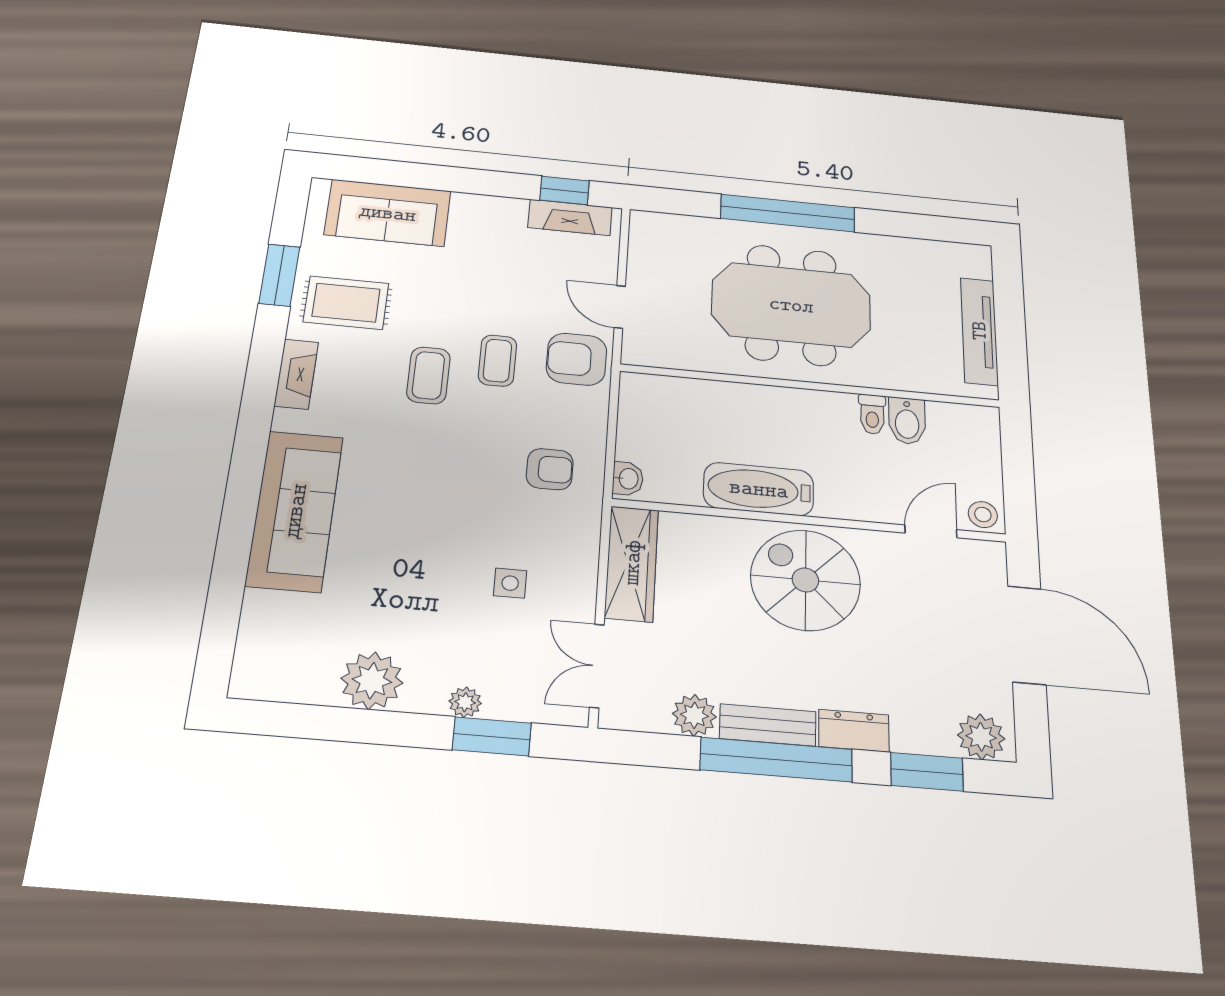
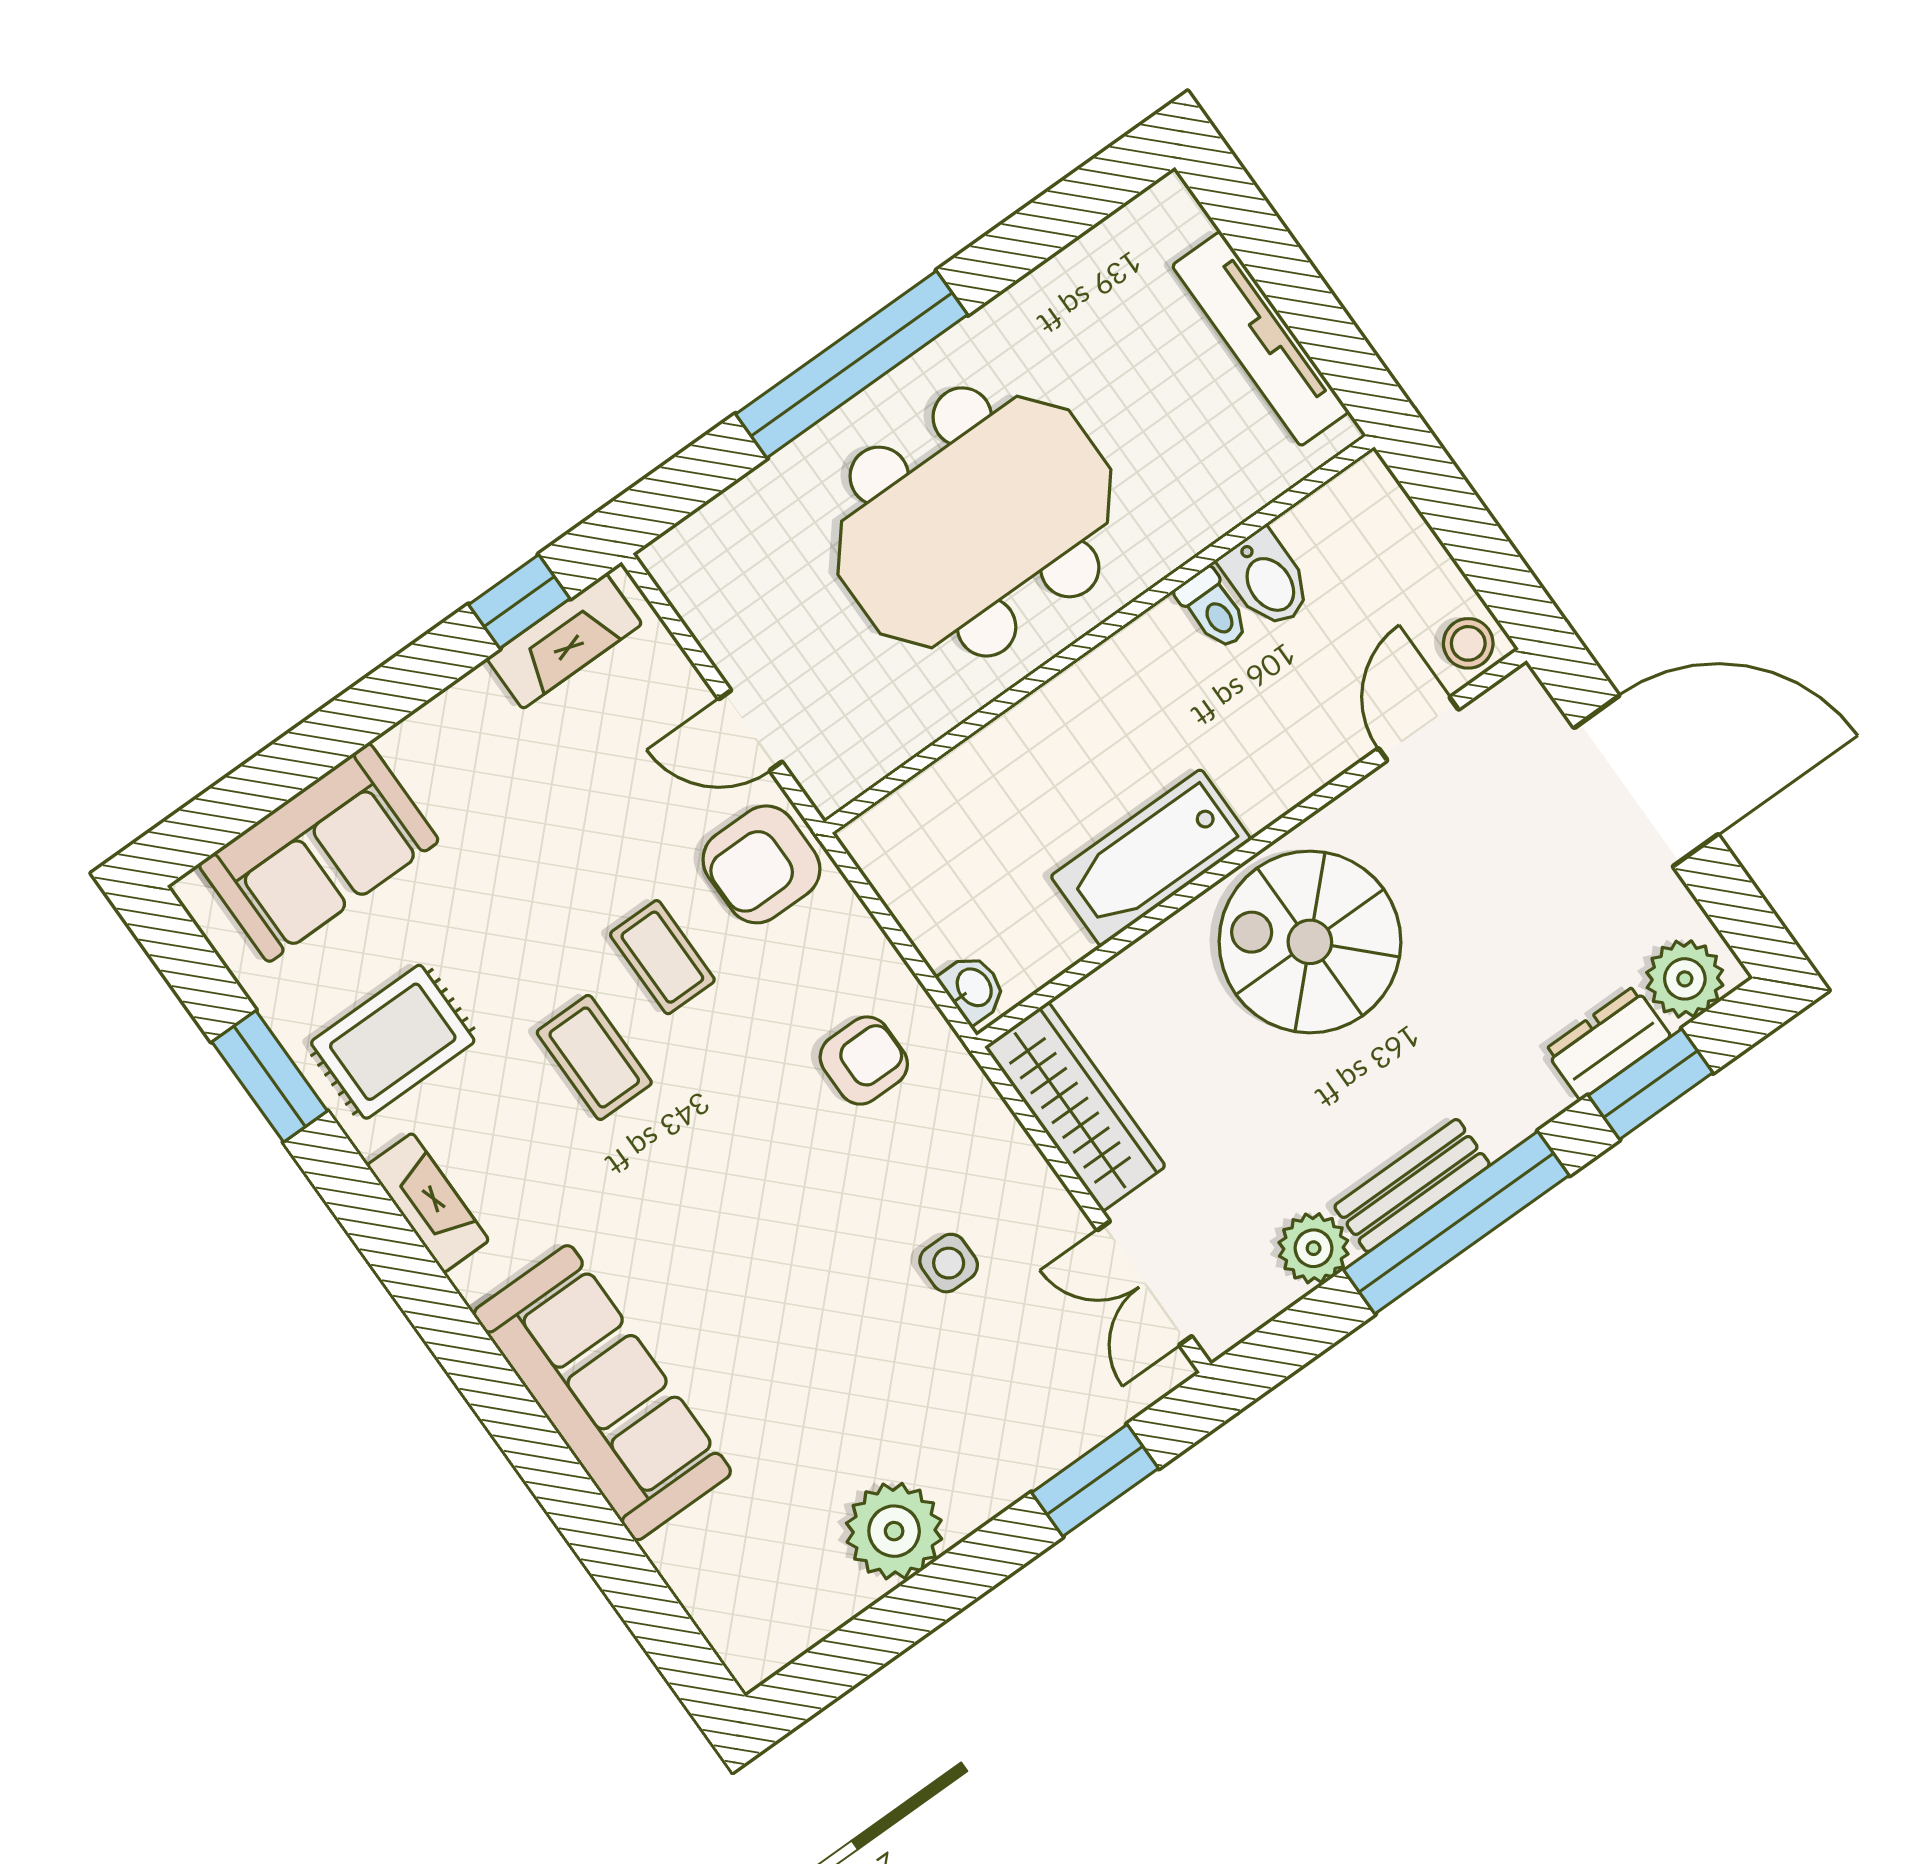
plant: (465, 702) -> (1027, 1464), removed
dresser: (854, 731) -> (1608, 1043), moved

